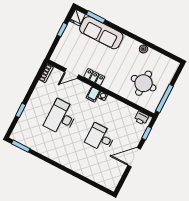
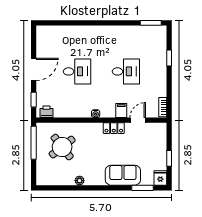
sofa: (101, 33) -> (123, 175), width x0.73
round table: (144, 83) -> (62, 147), turned -38
filing cabinet: (93, 94) -> (121, 111), moved
desk: (61, 117) -> (126, 71), width x0.73

